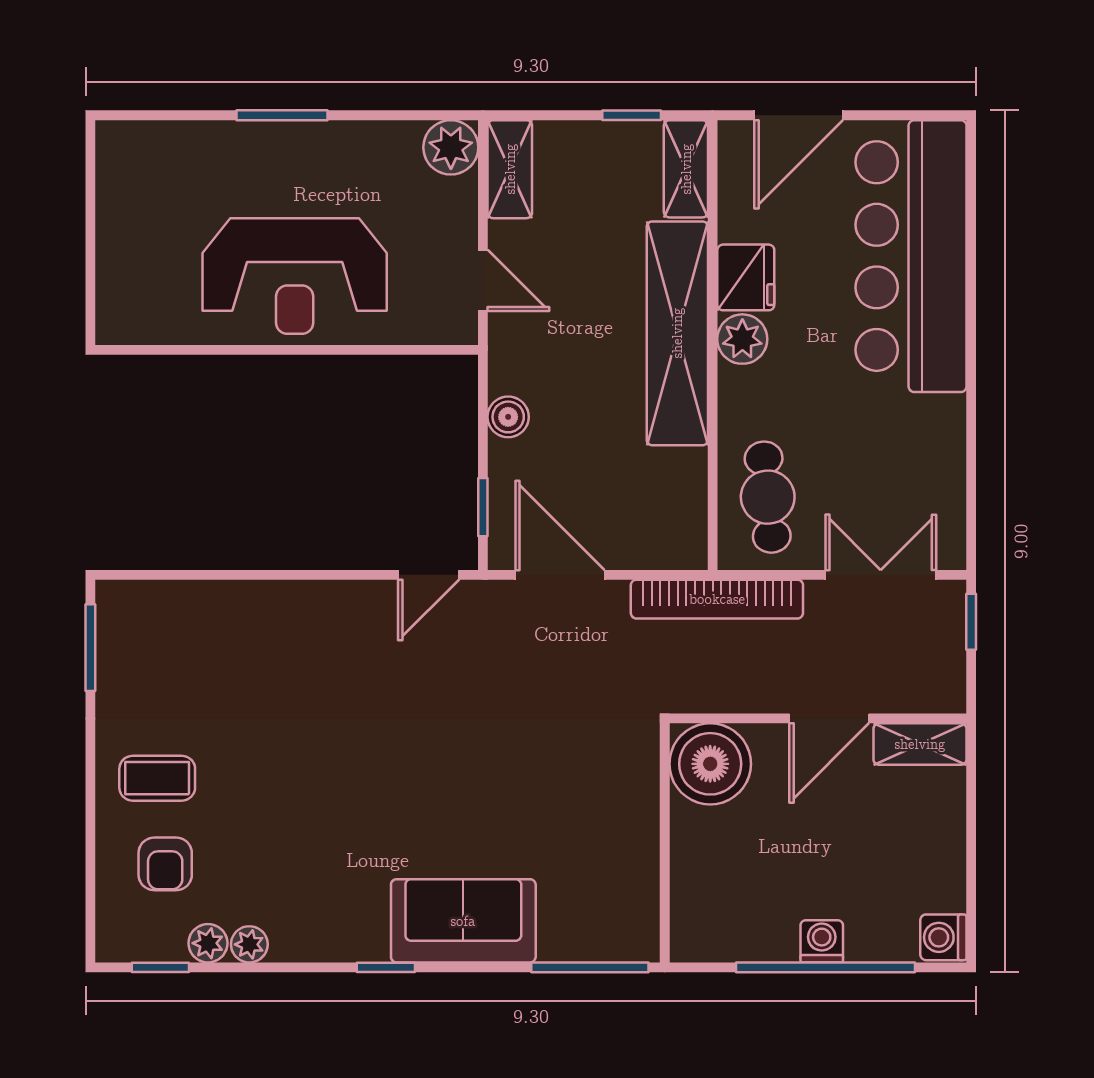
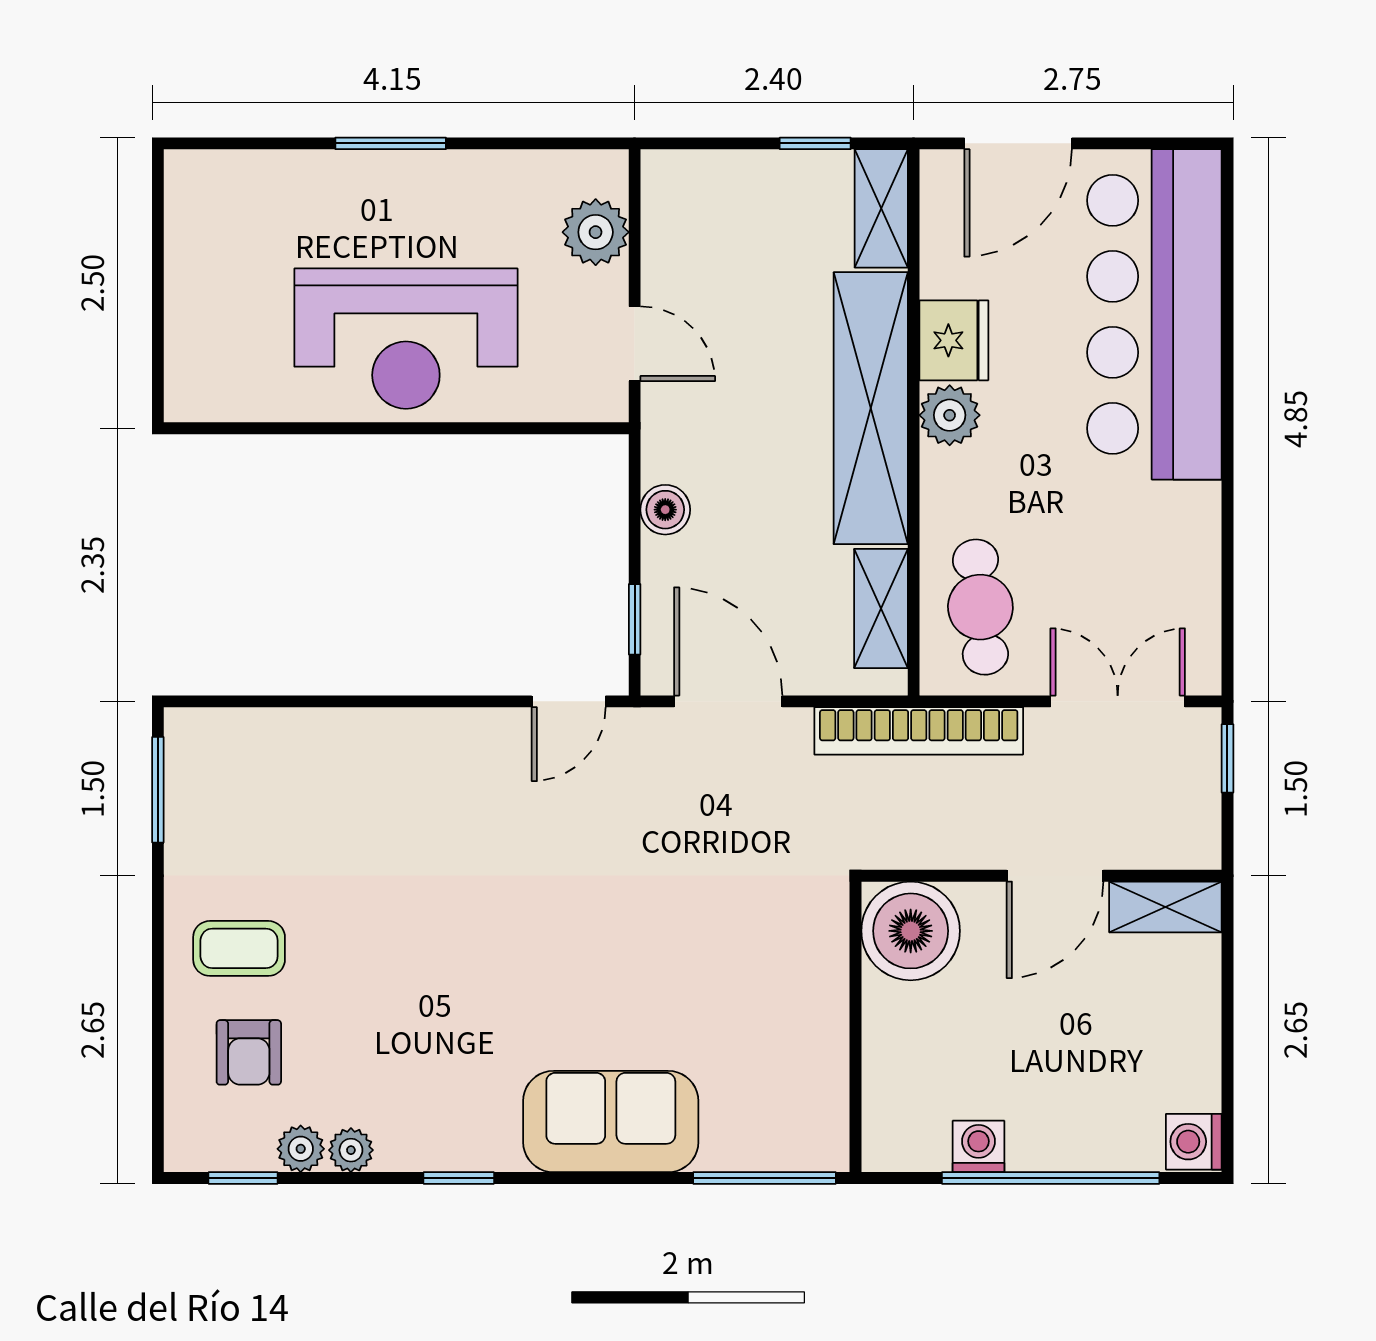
plant: (451, 147) -> (596, 232), moved
shelving: (510, 169) -> (881, 608), moved
washing machine: (822, 941) -> (978, 1146), moved
window: (386, 967) -> (459, 1178), moved

